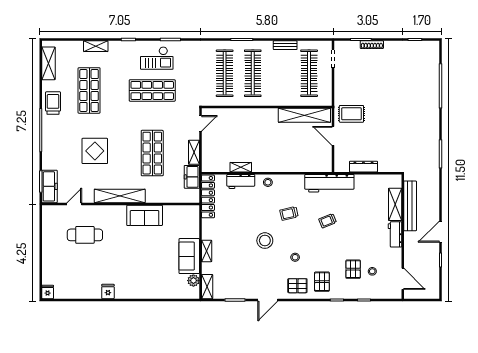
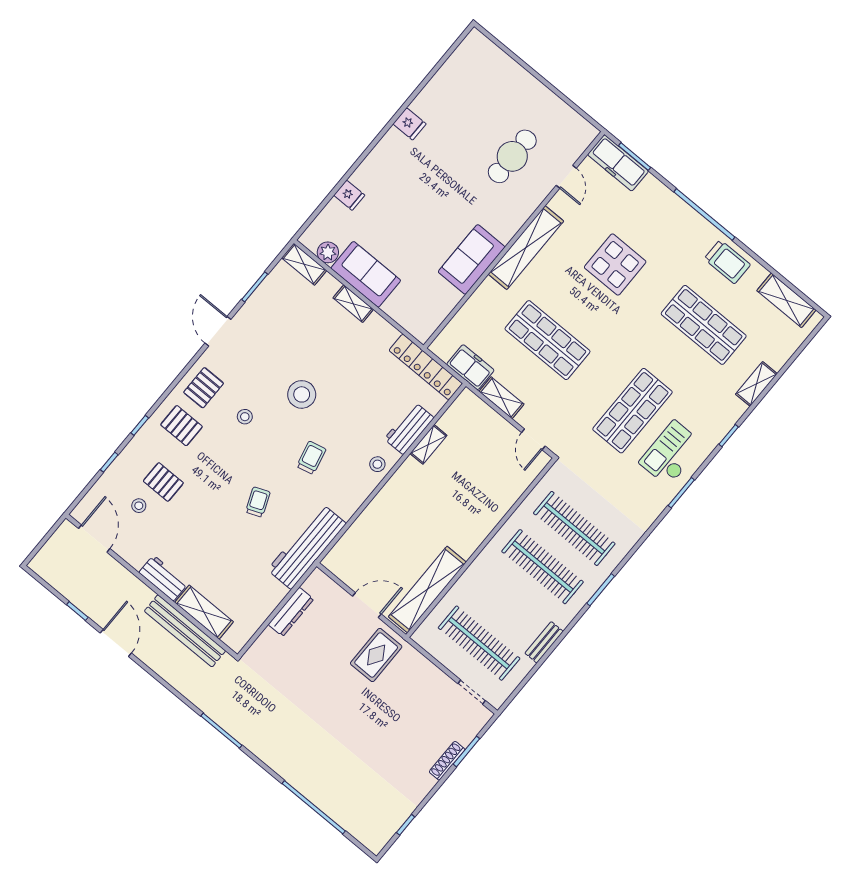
door: (403, 279) -> (94, 539), swing flipped
fridge: (48, 292) -> (349, 195), moved

